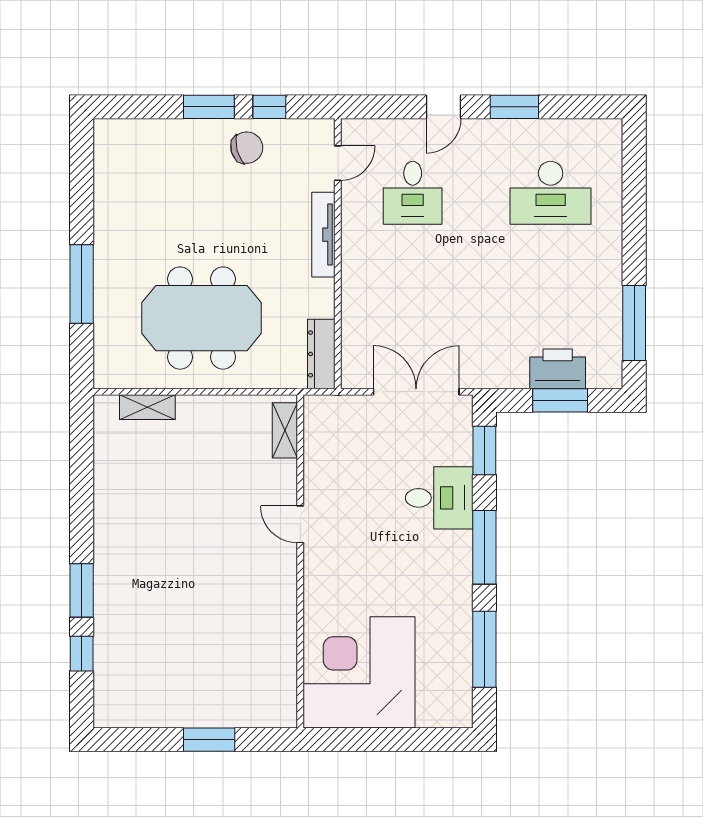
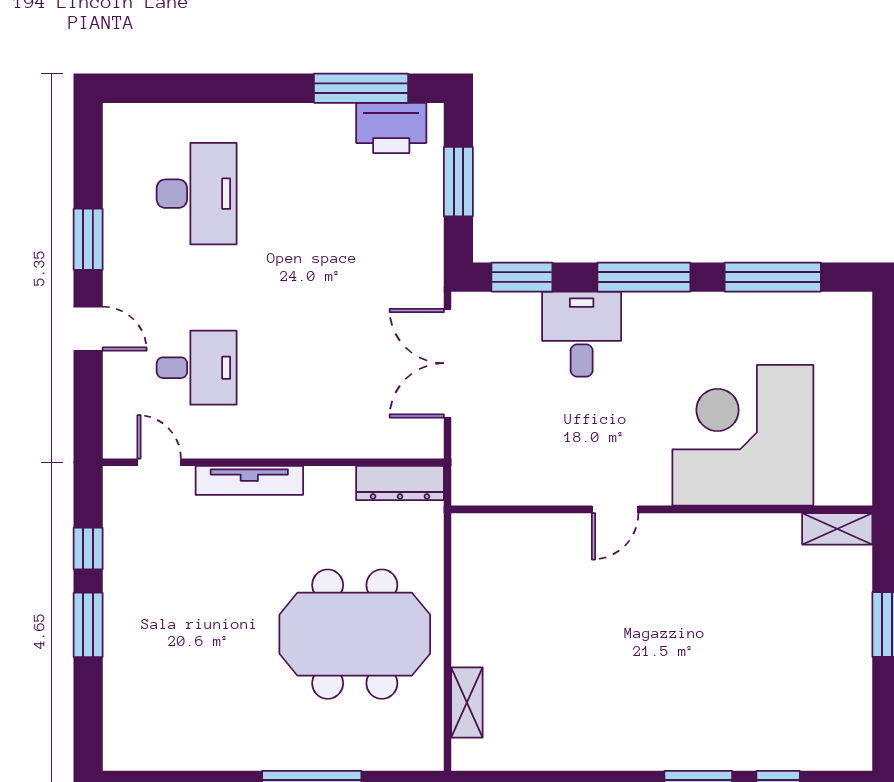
chair: (247, 148) -> (140, 577), removed
meeting table: (202, 318) -> (355, 634), turned 90
printer: (558, 369) -> (391, 128), moved, turned -90
shelving: (285, 430) -> (837, 529), moved
corner desk: (359, 672) -> (743, 435), moved, turned 90

